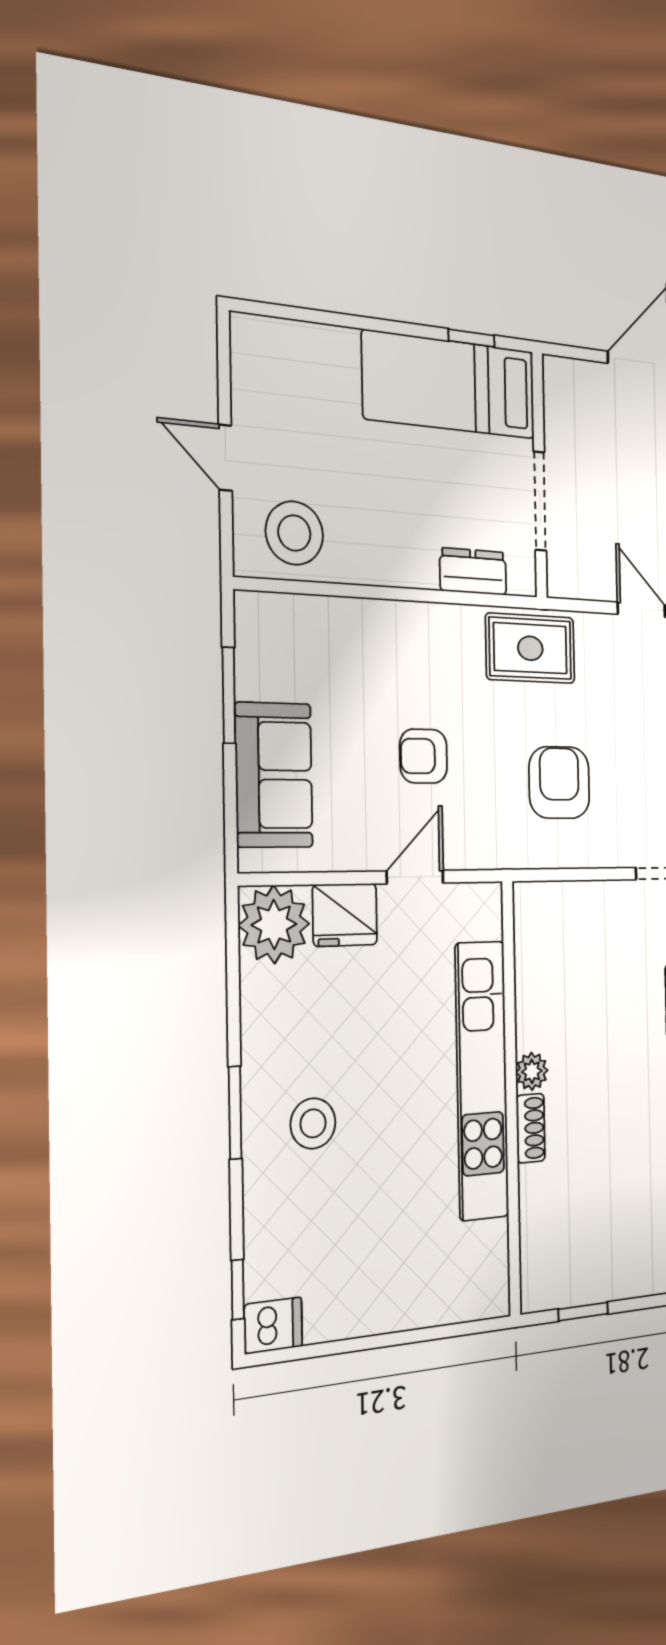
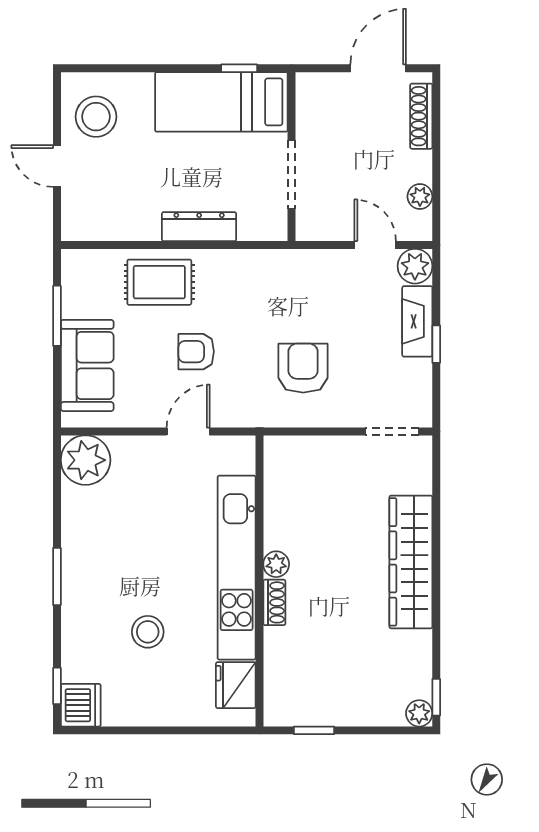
stool: (294, 533) -> (96, 117), moved
dresser: (473, 571) -> (199, 227), moved, width x1.44
rug: (530, 648) -> (159, 282), moved
fridge: (345, 915) -> (236, 685), moved, turned 90
stool: (313, 1123) -> (148, 632), moved
dishwasher: (273, 1325) -> (81, 705), width x1.38

